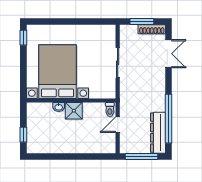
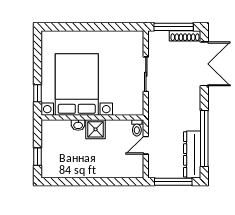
window: (142, 22) -> (174, 27), width x1.44
window: (23, 38) -> (38, 93), moved
double door: (169, 54) -> (204, 64), width x1.37

